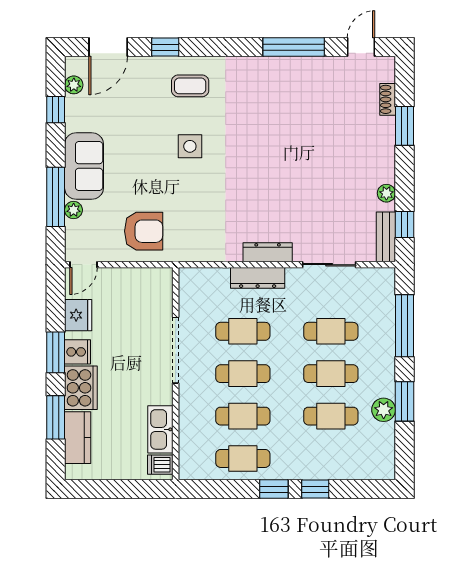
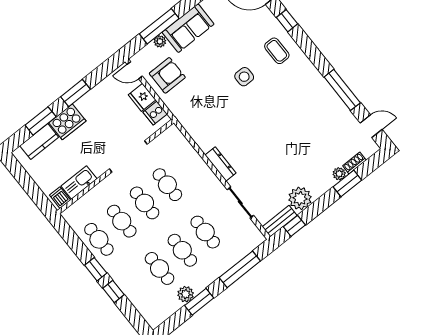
plant: (386, 126) -> (339, 174), added
plant: (386, 193) -> (300, 198), width x1.88, depth x1.88
armchair: (144, 231) -> (167, 75), moved, turned -90
dresser: (258, 278) -> (202, 170), removed
fridge: (78, 315) -> (142, 97), moved, turned 90
cooker: (78, 352) -> (155, 113), moved, turned 90

